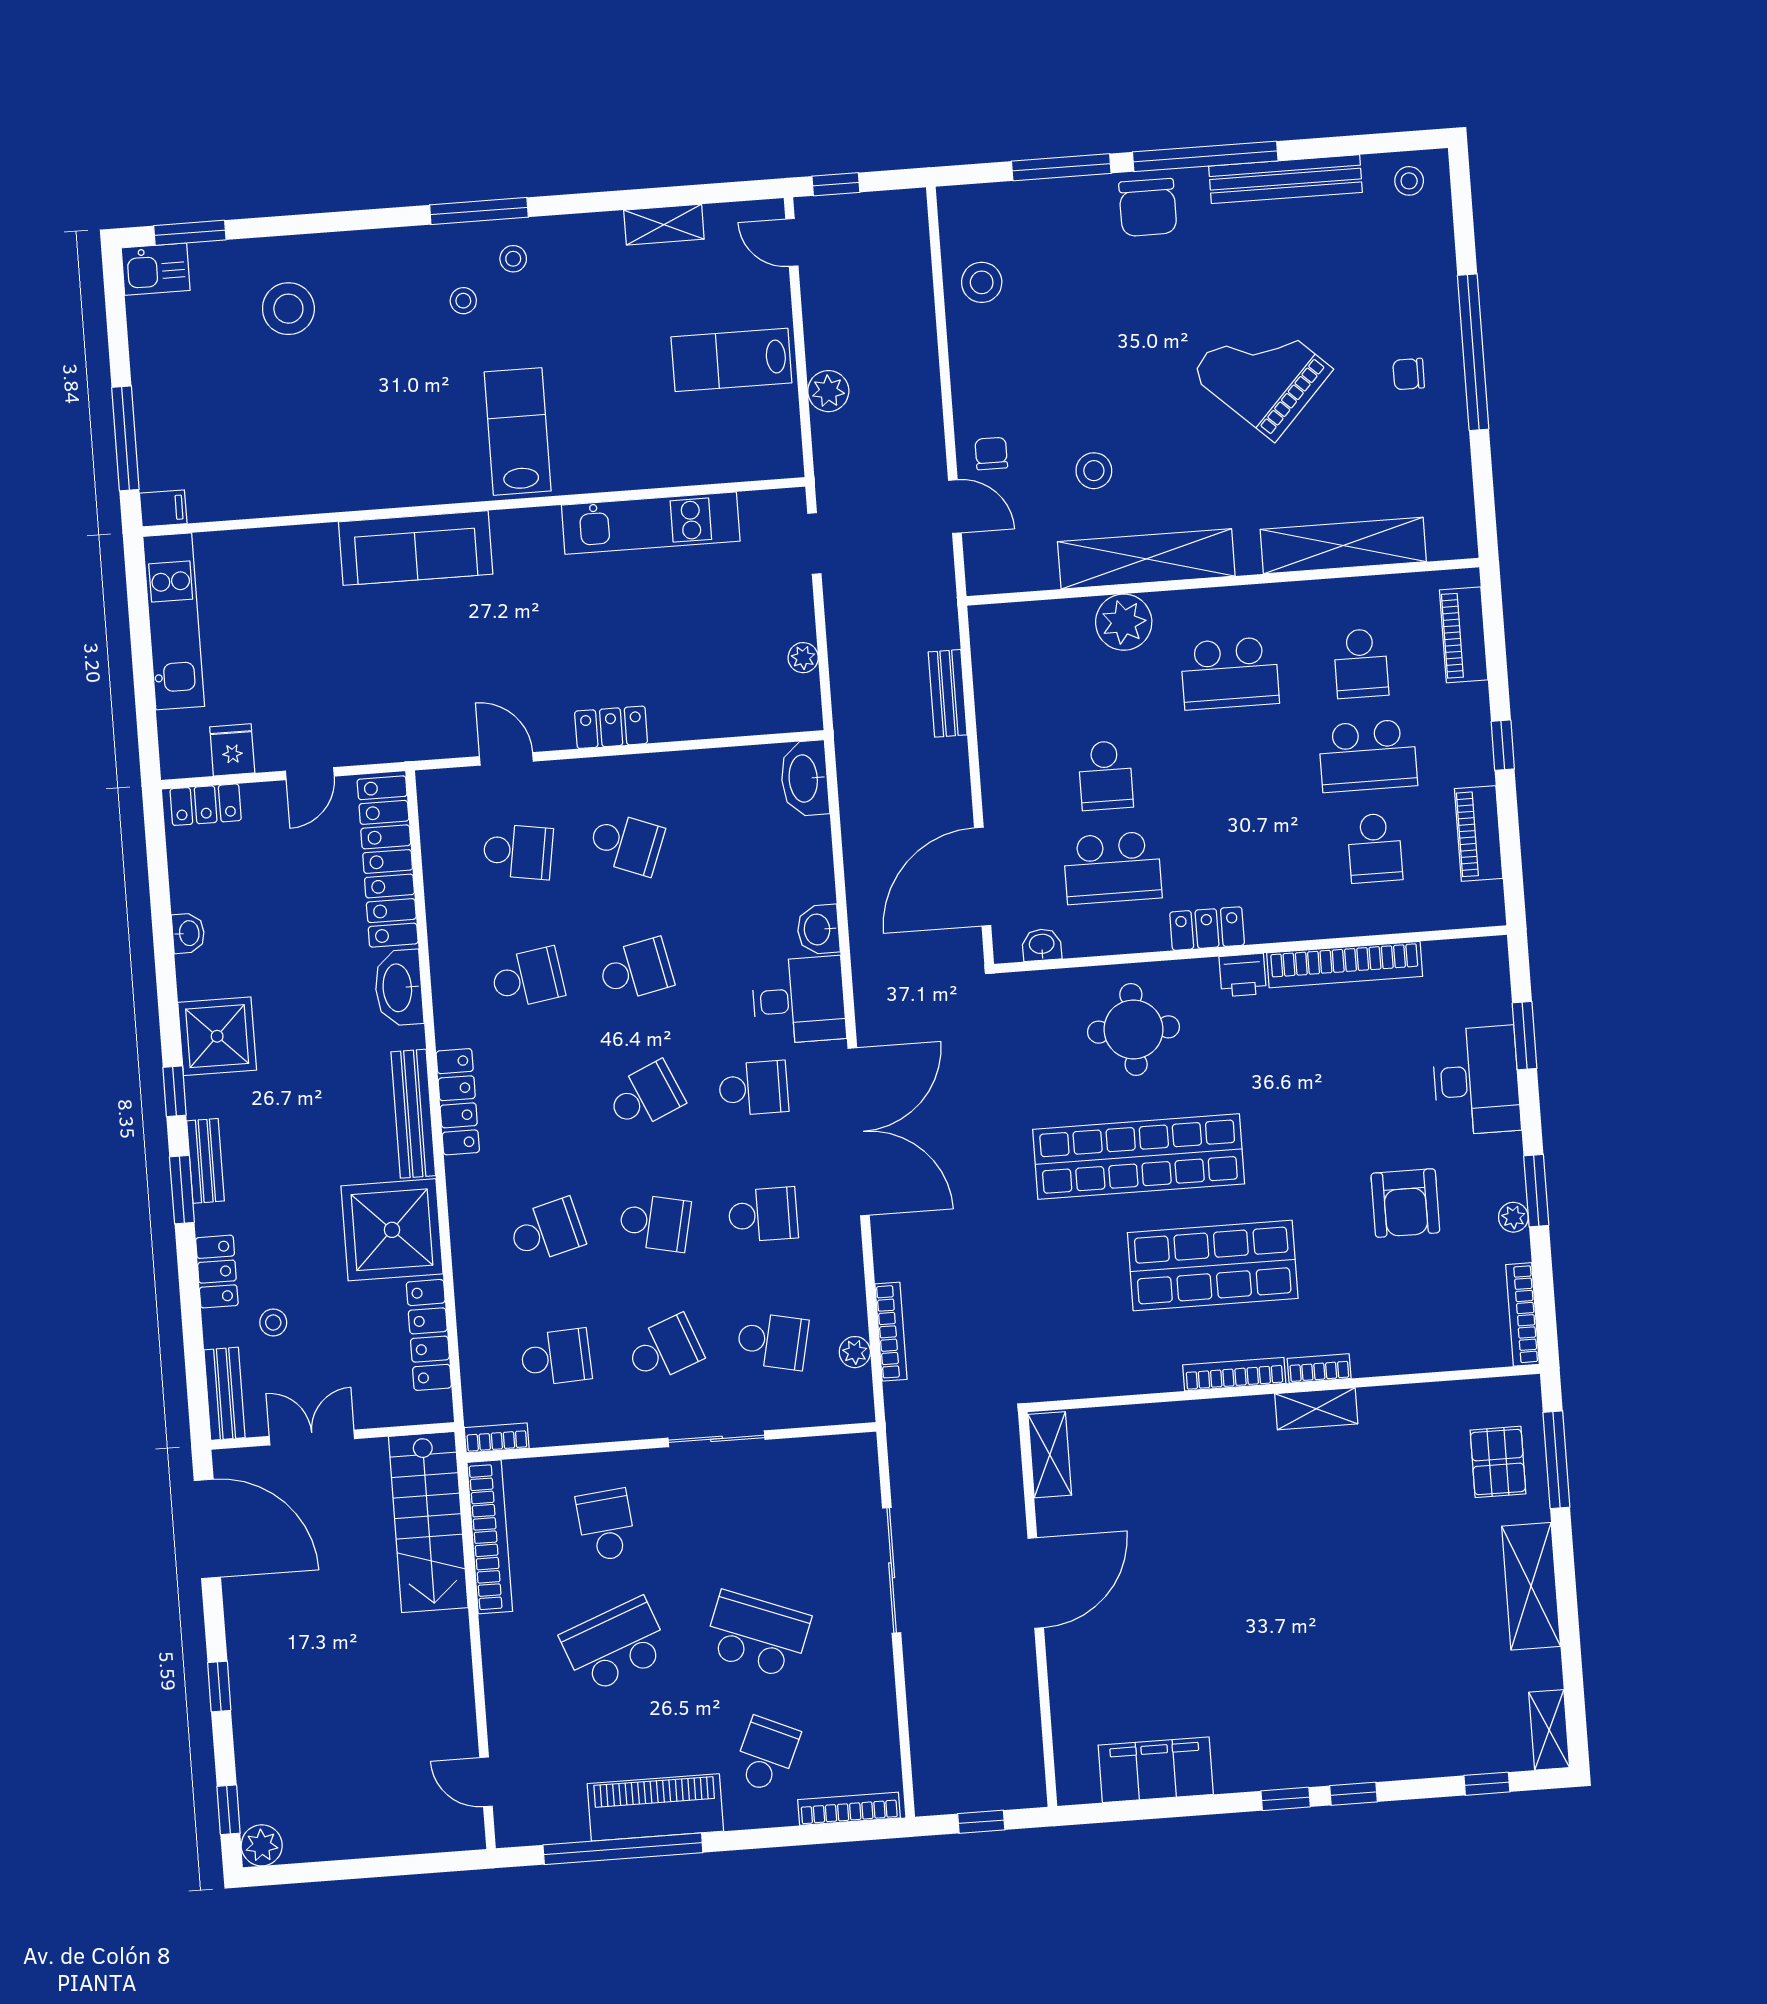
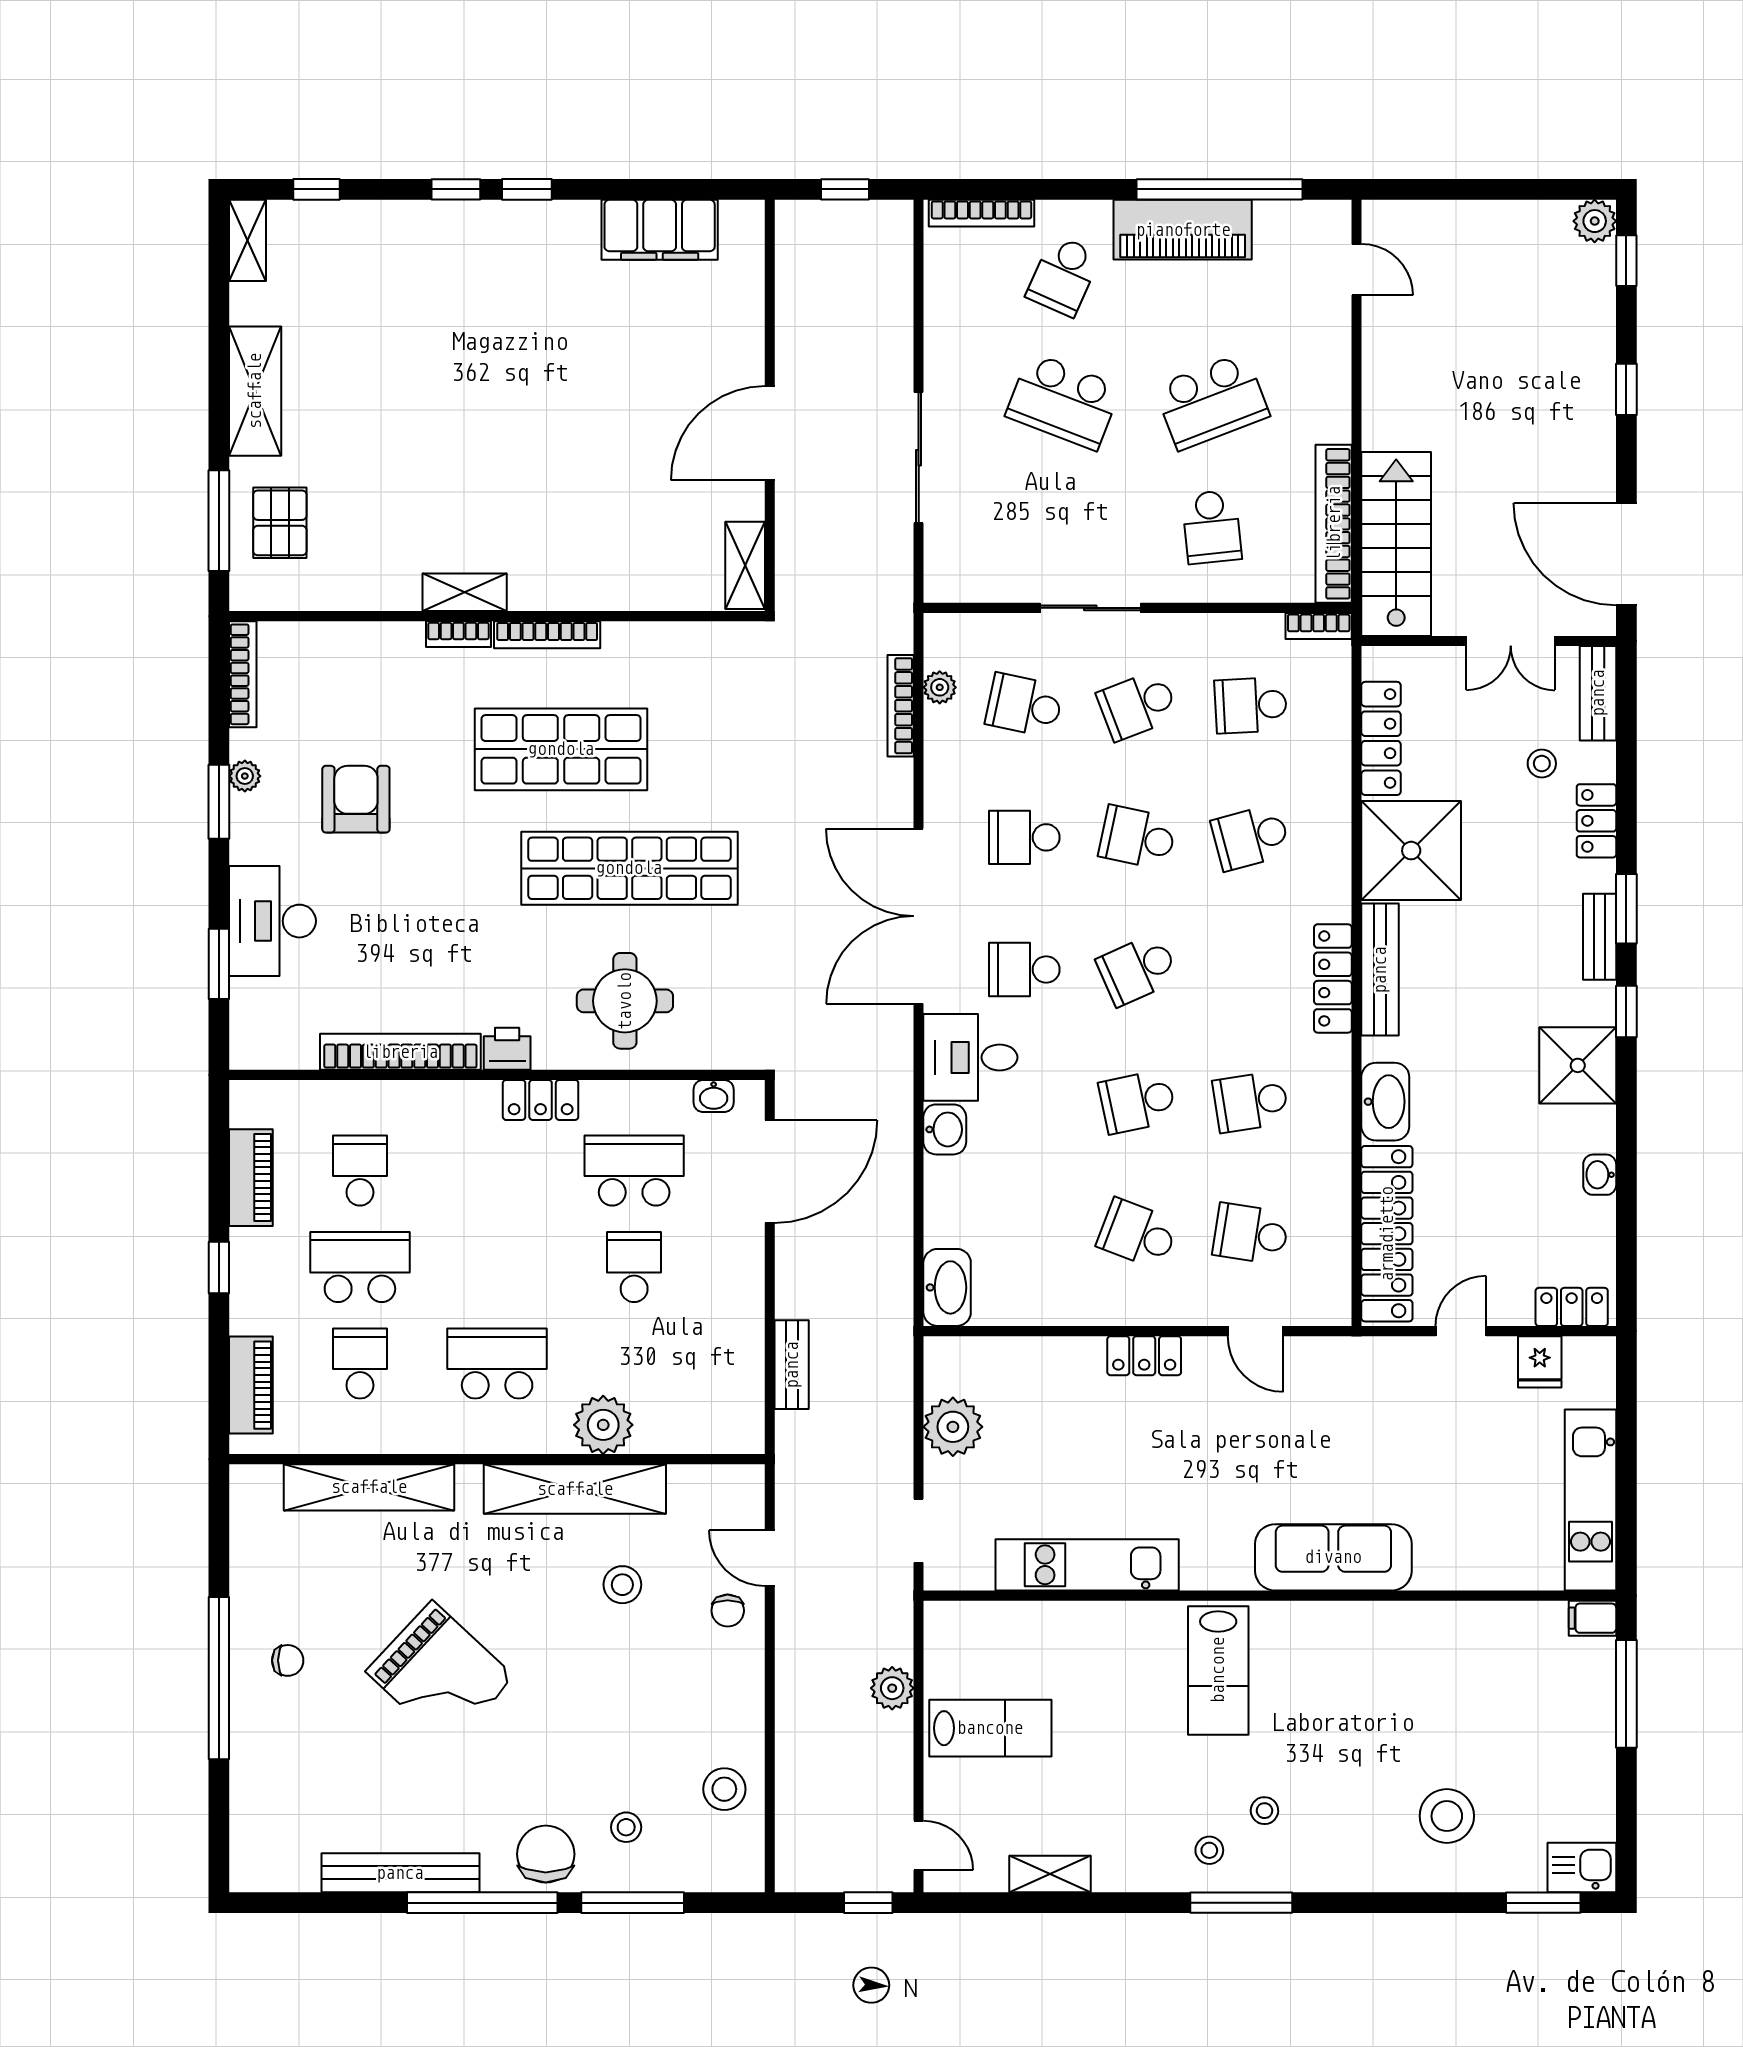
stool: (1409, 181) -> (626, 1827), moved
plant: (803, 658) -> (953, 1427), width x1.88, depth x1.88

